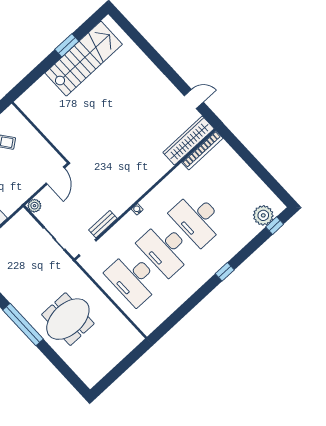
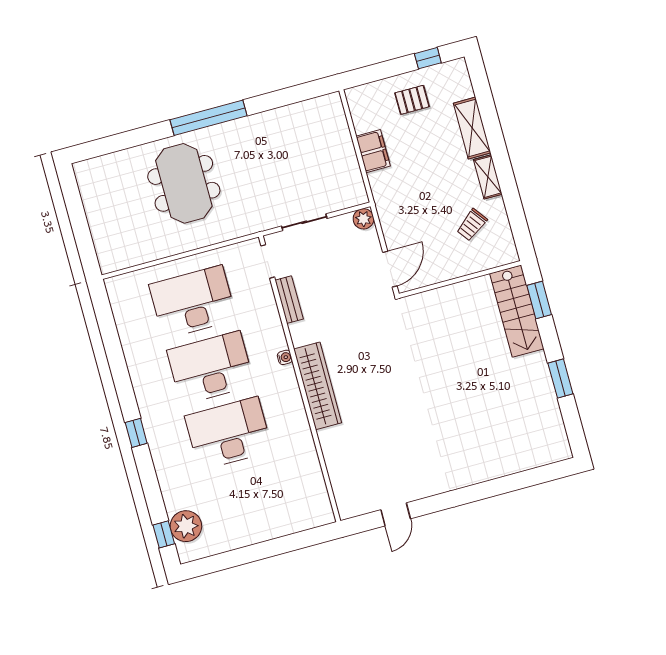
stairs: (84, 59) -> (517, 311), moved, width x0.73, depth x0.66
window: (28, 81) -> (539, 300), added
wardrobe: (188, 141) -> (318, 386), moved
bookcase: (202, 150) -> (319, 489), removed
door: (55, 176) -> (390, 269), swing flipped

